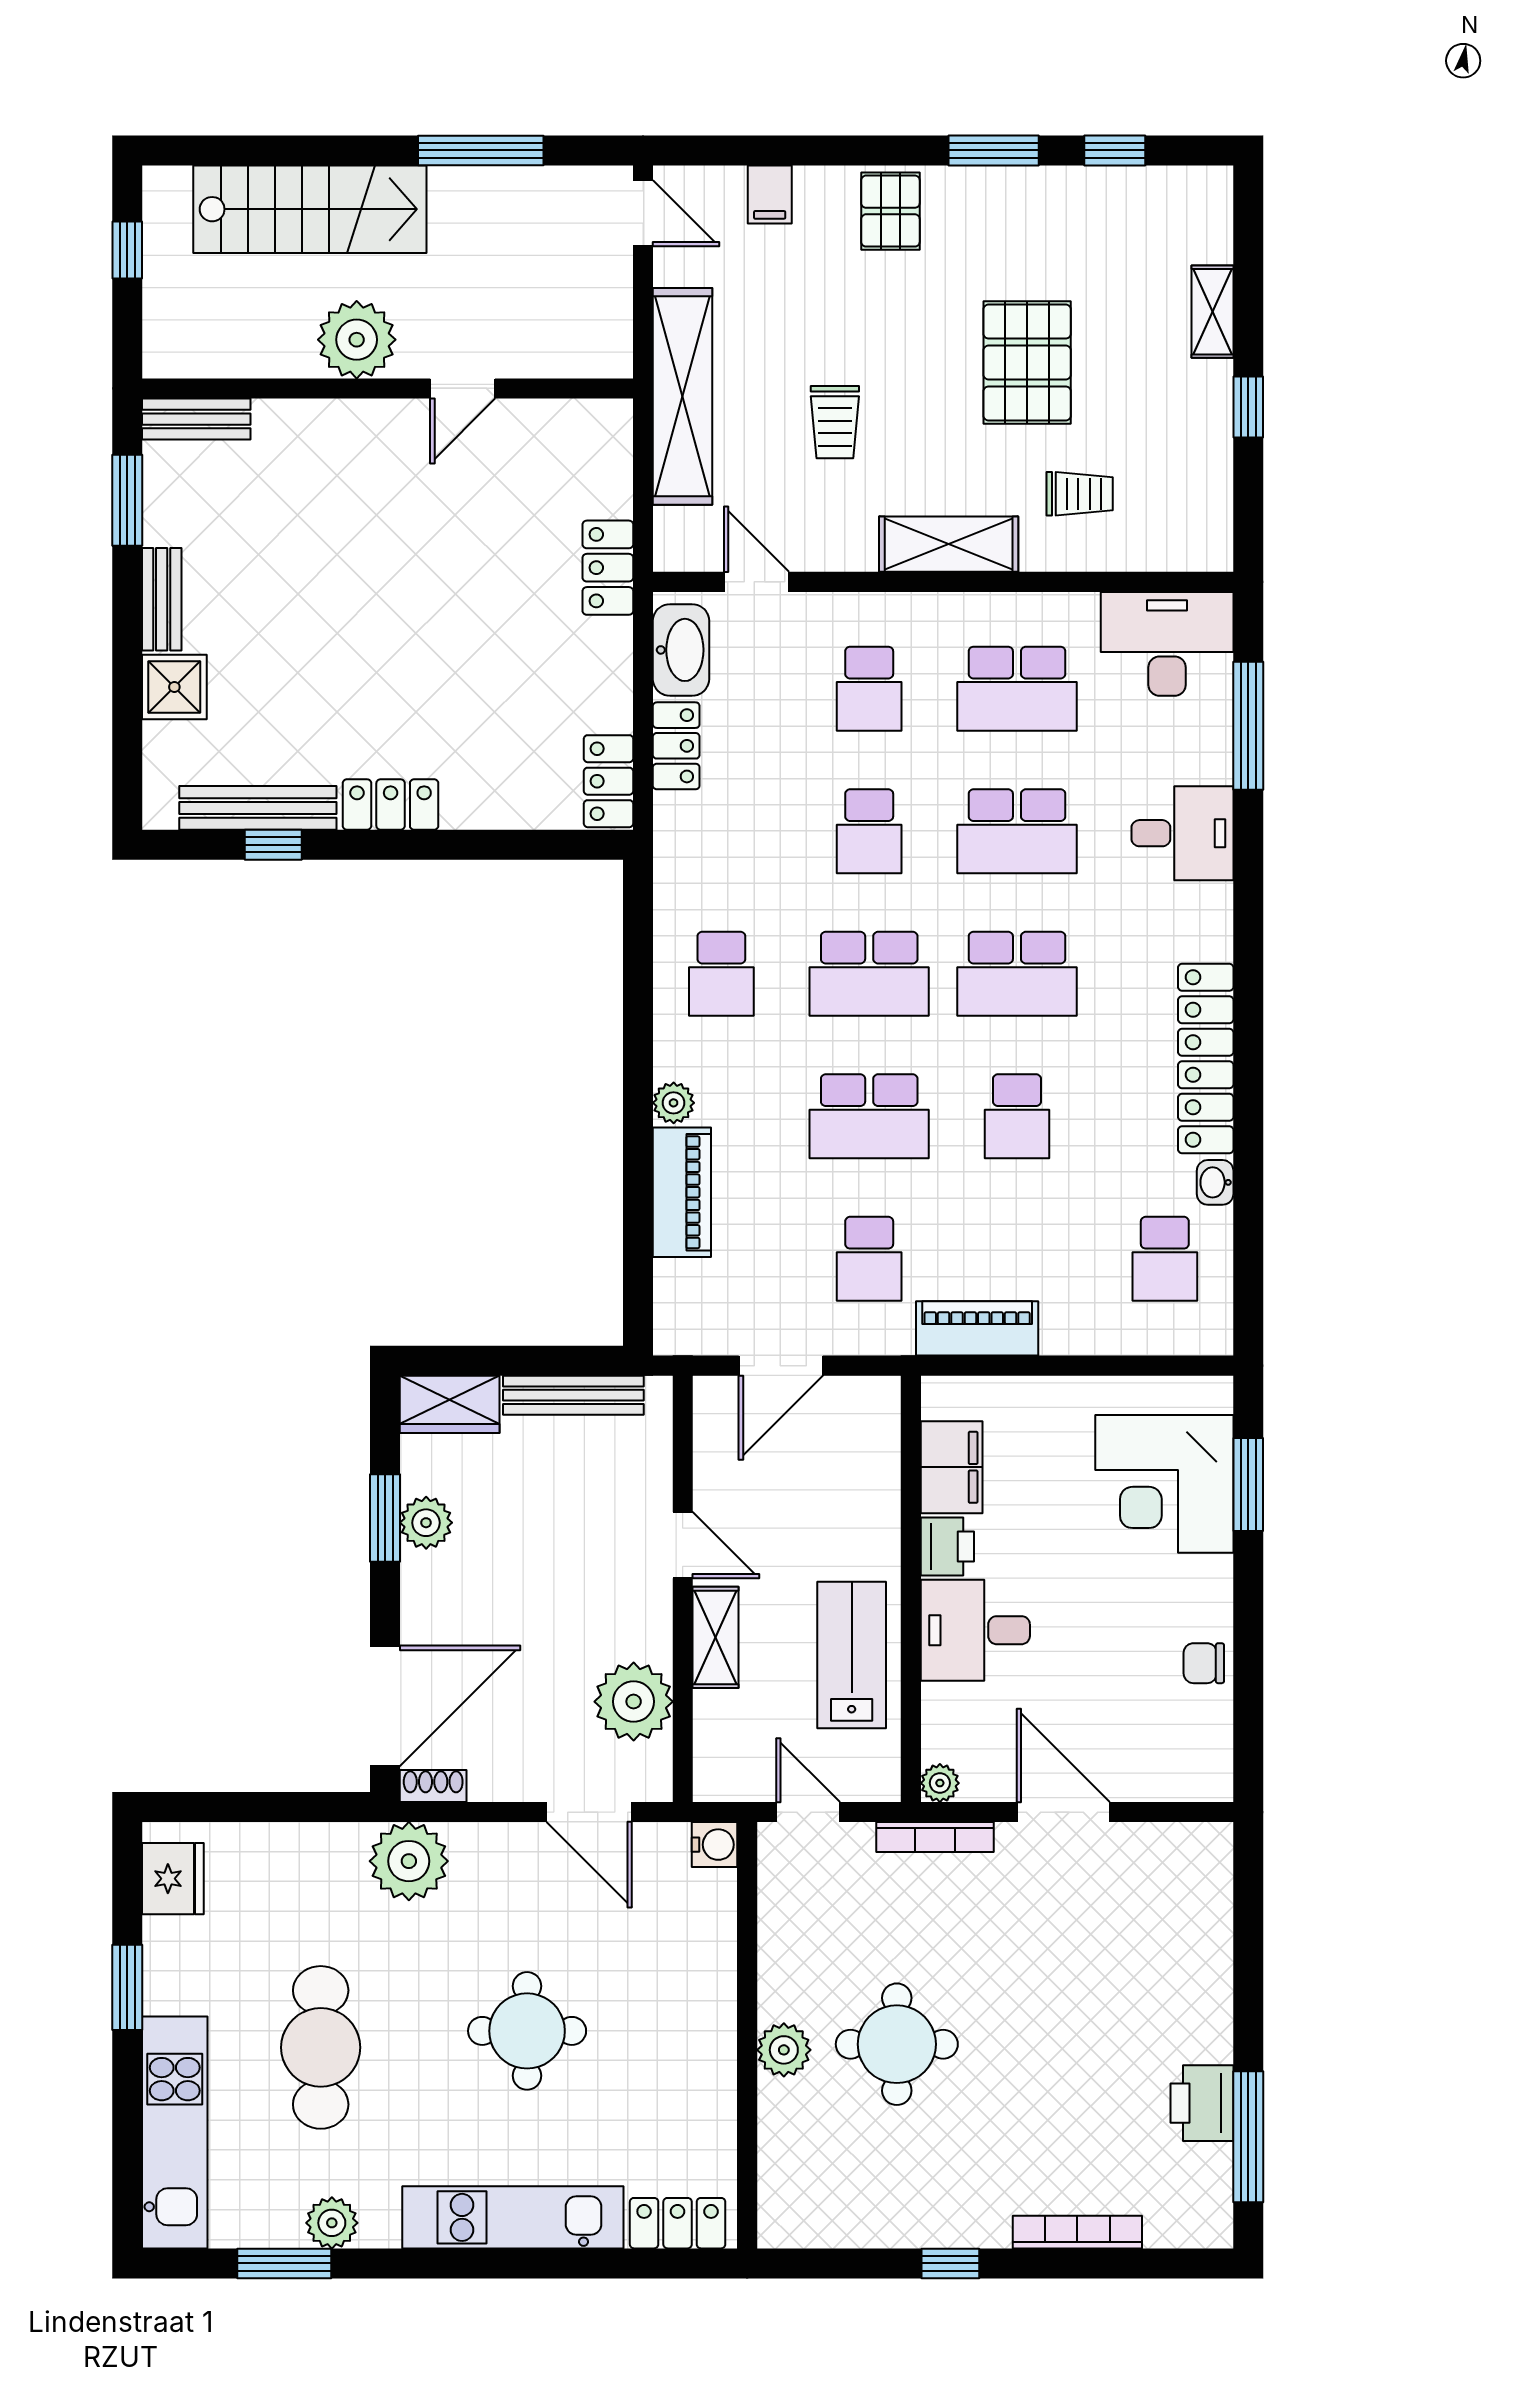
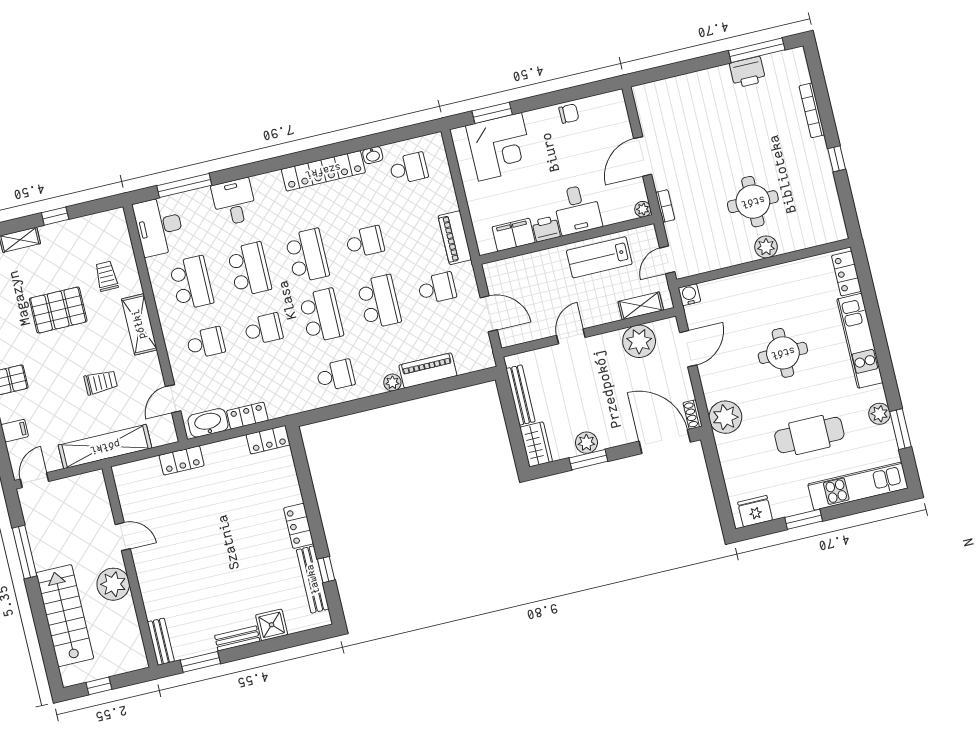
shelving: (715, 1637) -> (641, 306), moved
chair: (1204, 1663) -> (569, 114), turned -90
bookcase: (935, 1837) -> (665, 206), width x0.64

